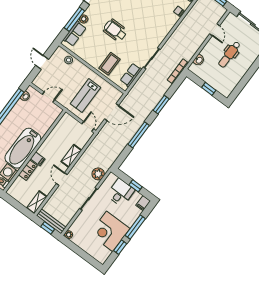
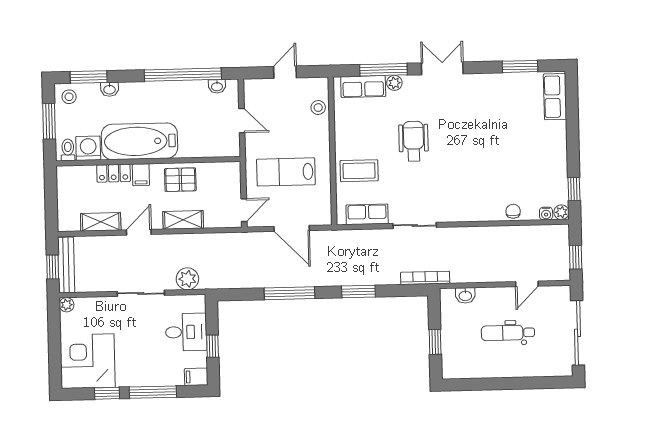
pallet: (53, 144) -> (180, 180), added
shelving: (37, 202) -> (101, 222), moved
corner desk: (110, 231) -> (88, 361), moved

